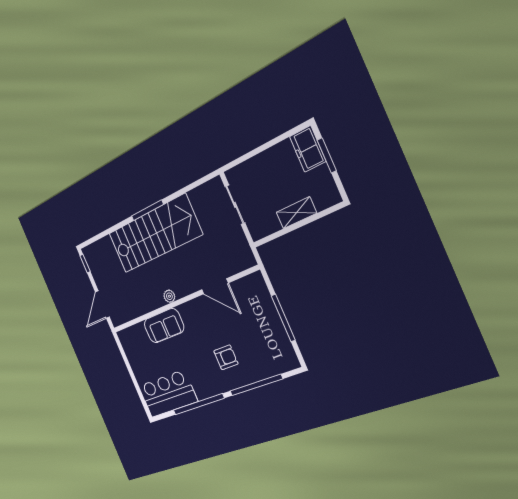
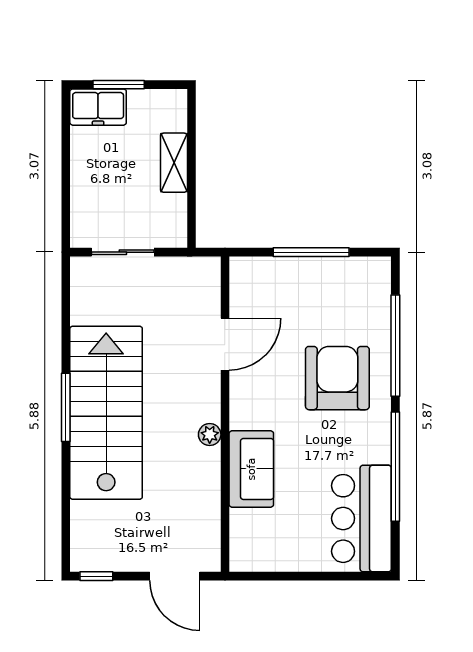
armchair: (226, 357) -> (337, 378), width x1.88, depth x1.88

